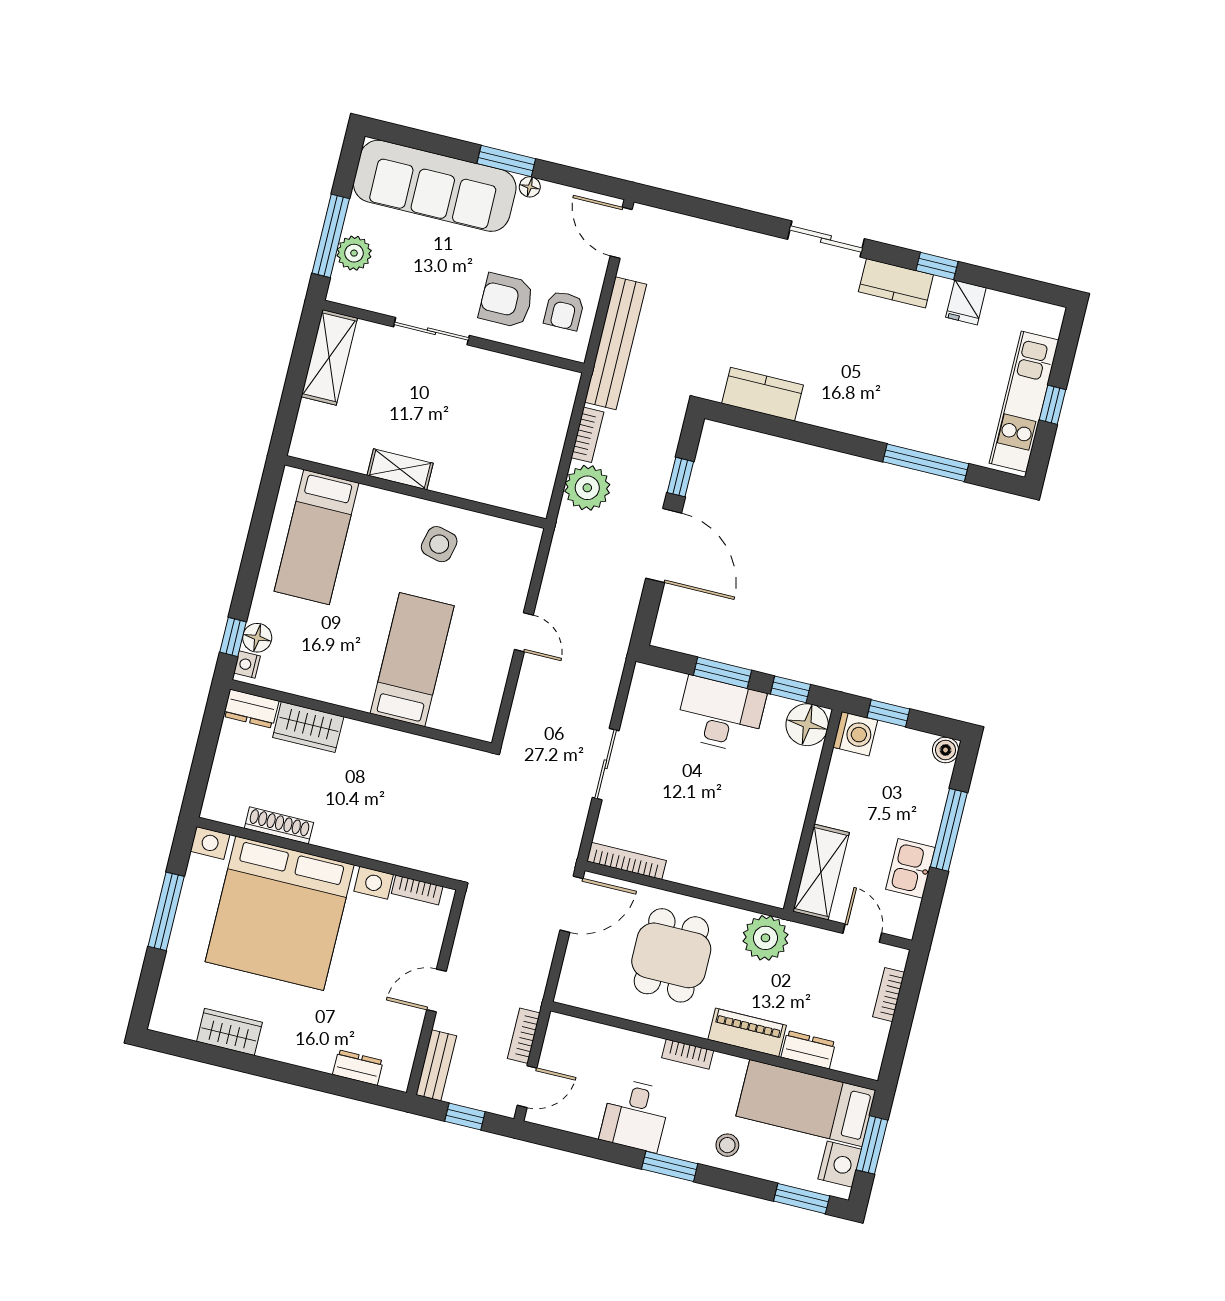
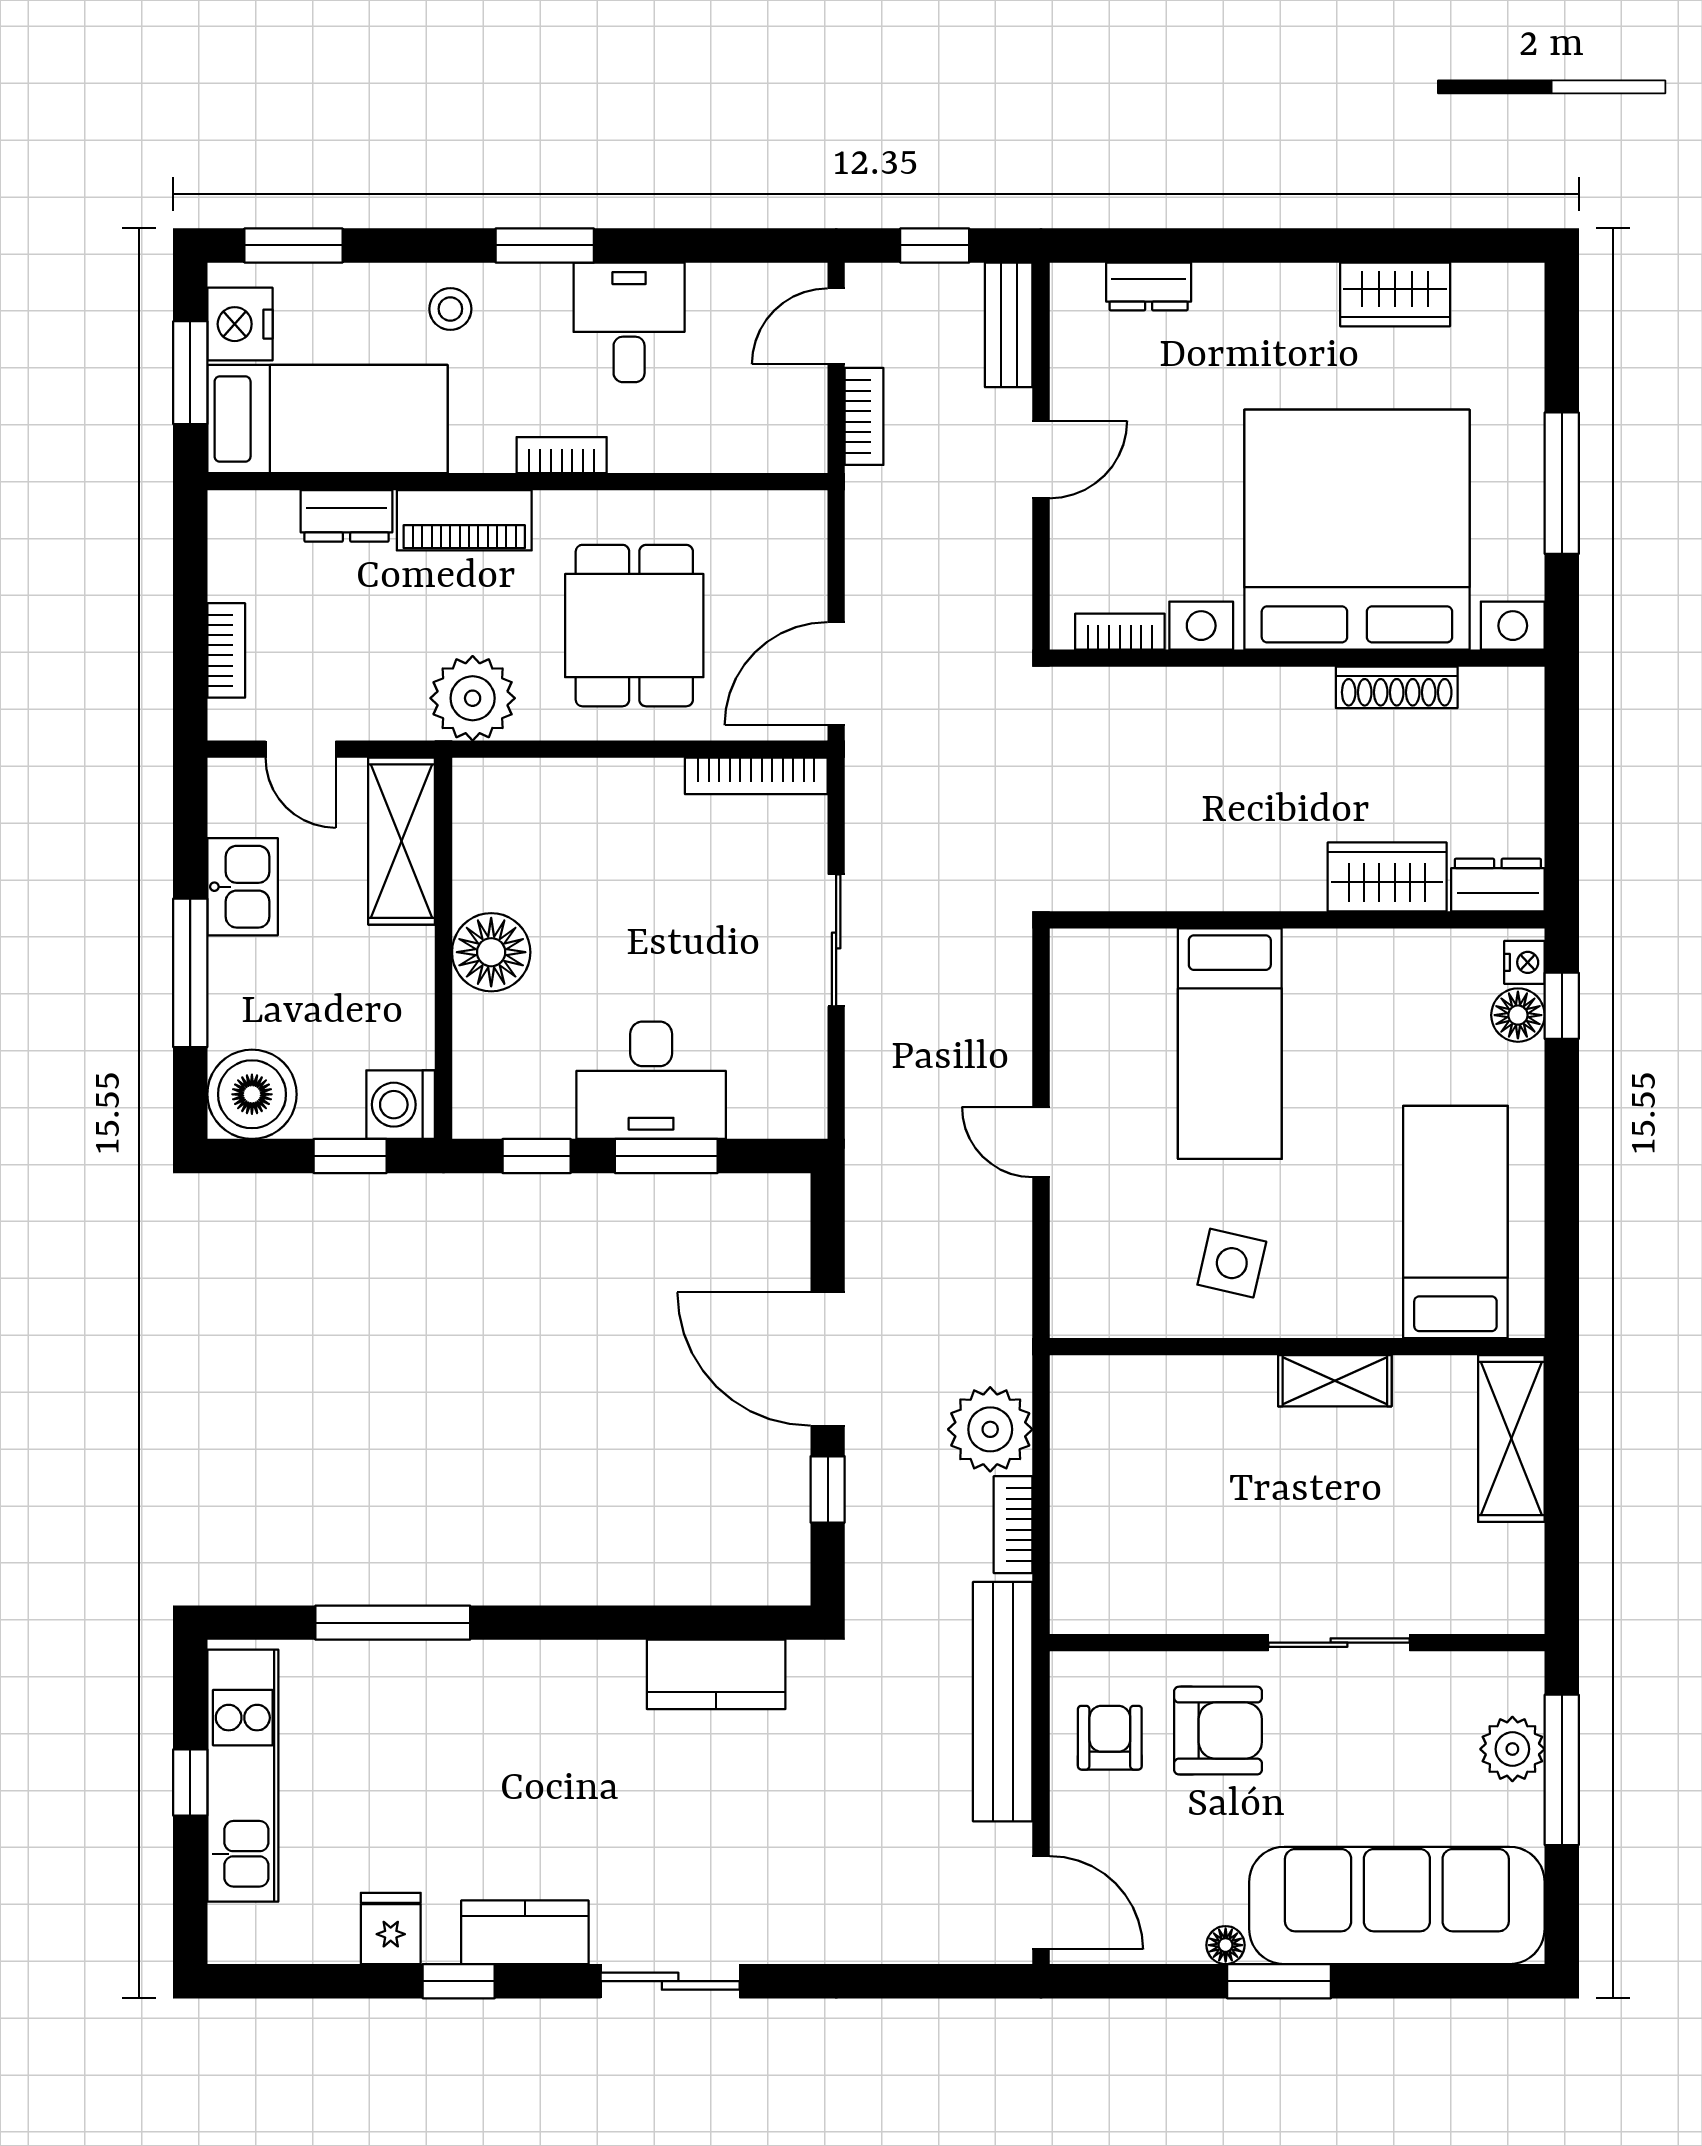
shelving: (329, 357) -> (1511, 1438), moved
floor lamp: (807, 725) -> (491, 952), moved
boiler: (946, 750) -> (252, 1094), width x1.86, depth x1.86

